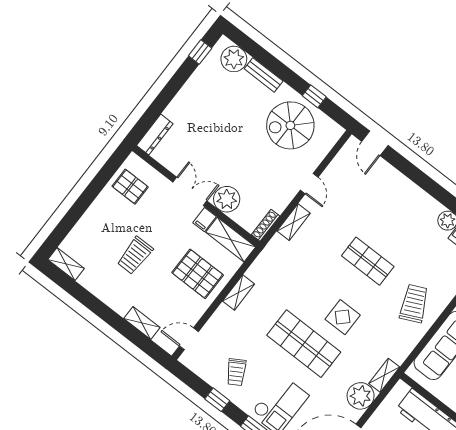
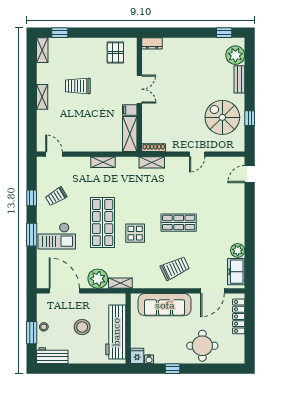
dresser: (155, 135) -> (152, 43), width x0.70
plant: (227, 199) -> (151, 114), removed
shelving: (294, 222) -> (152, 162), moved
window: (62, 230) -> (60, 33), added
shop shelf: (368, 261) -> (179, 223), turned 90
pallet: (198, 274) -> (95, 130), removed
shelving: (142, 323) -> (42, 97), moved

